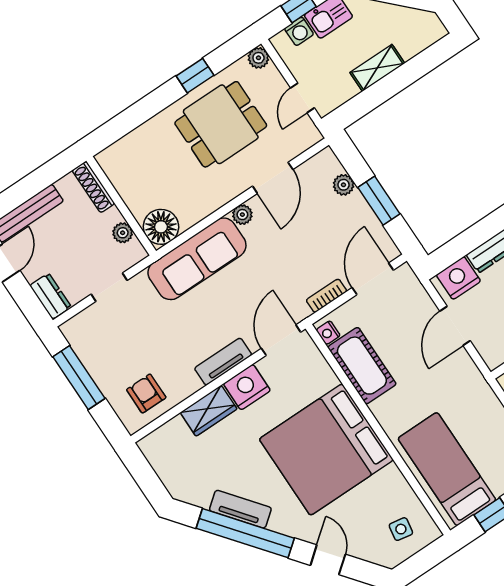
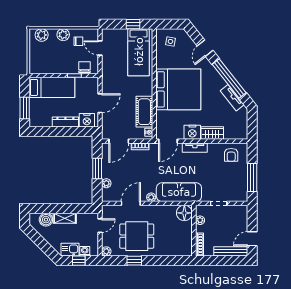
boiler: (411, 42) -> (46, 220), added
dresser: (51, 296) -> (242, 215), removed
tv unit: (240, 509) -> (232, 98), moved

